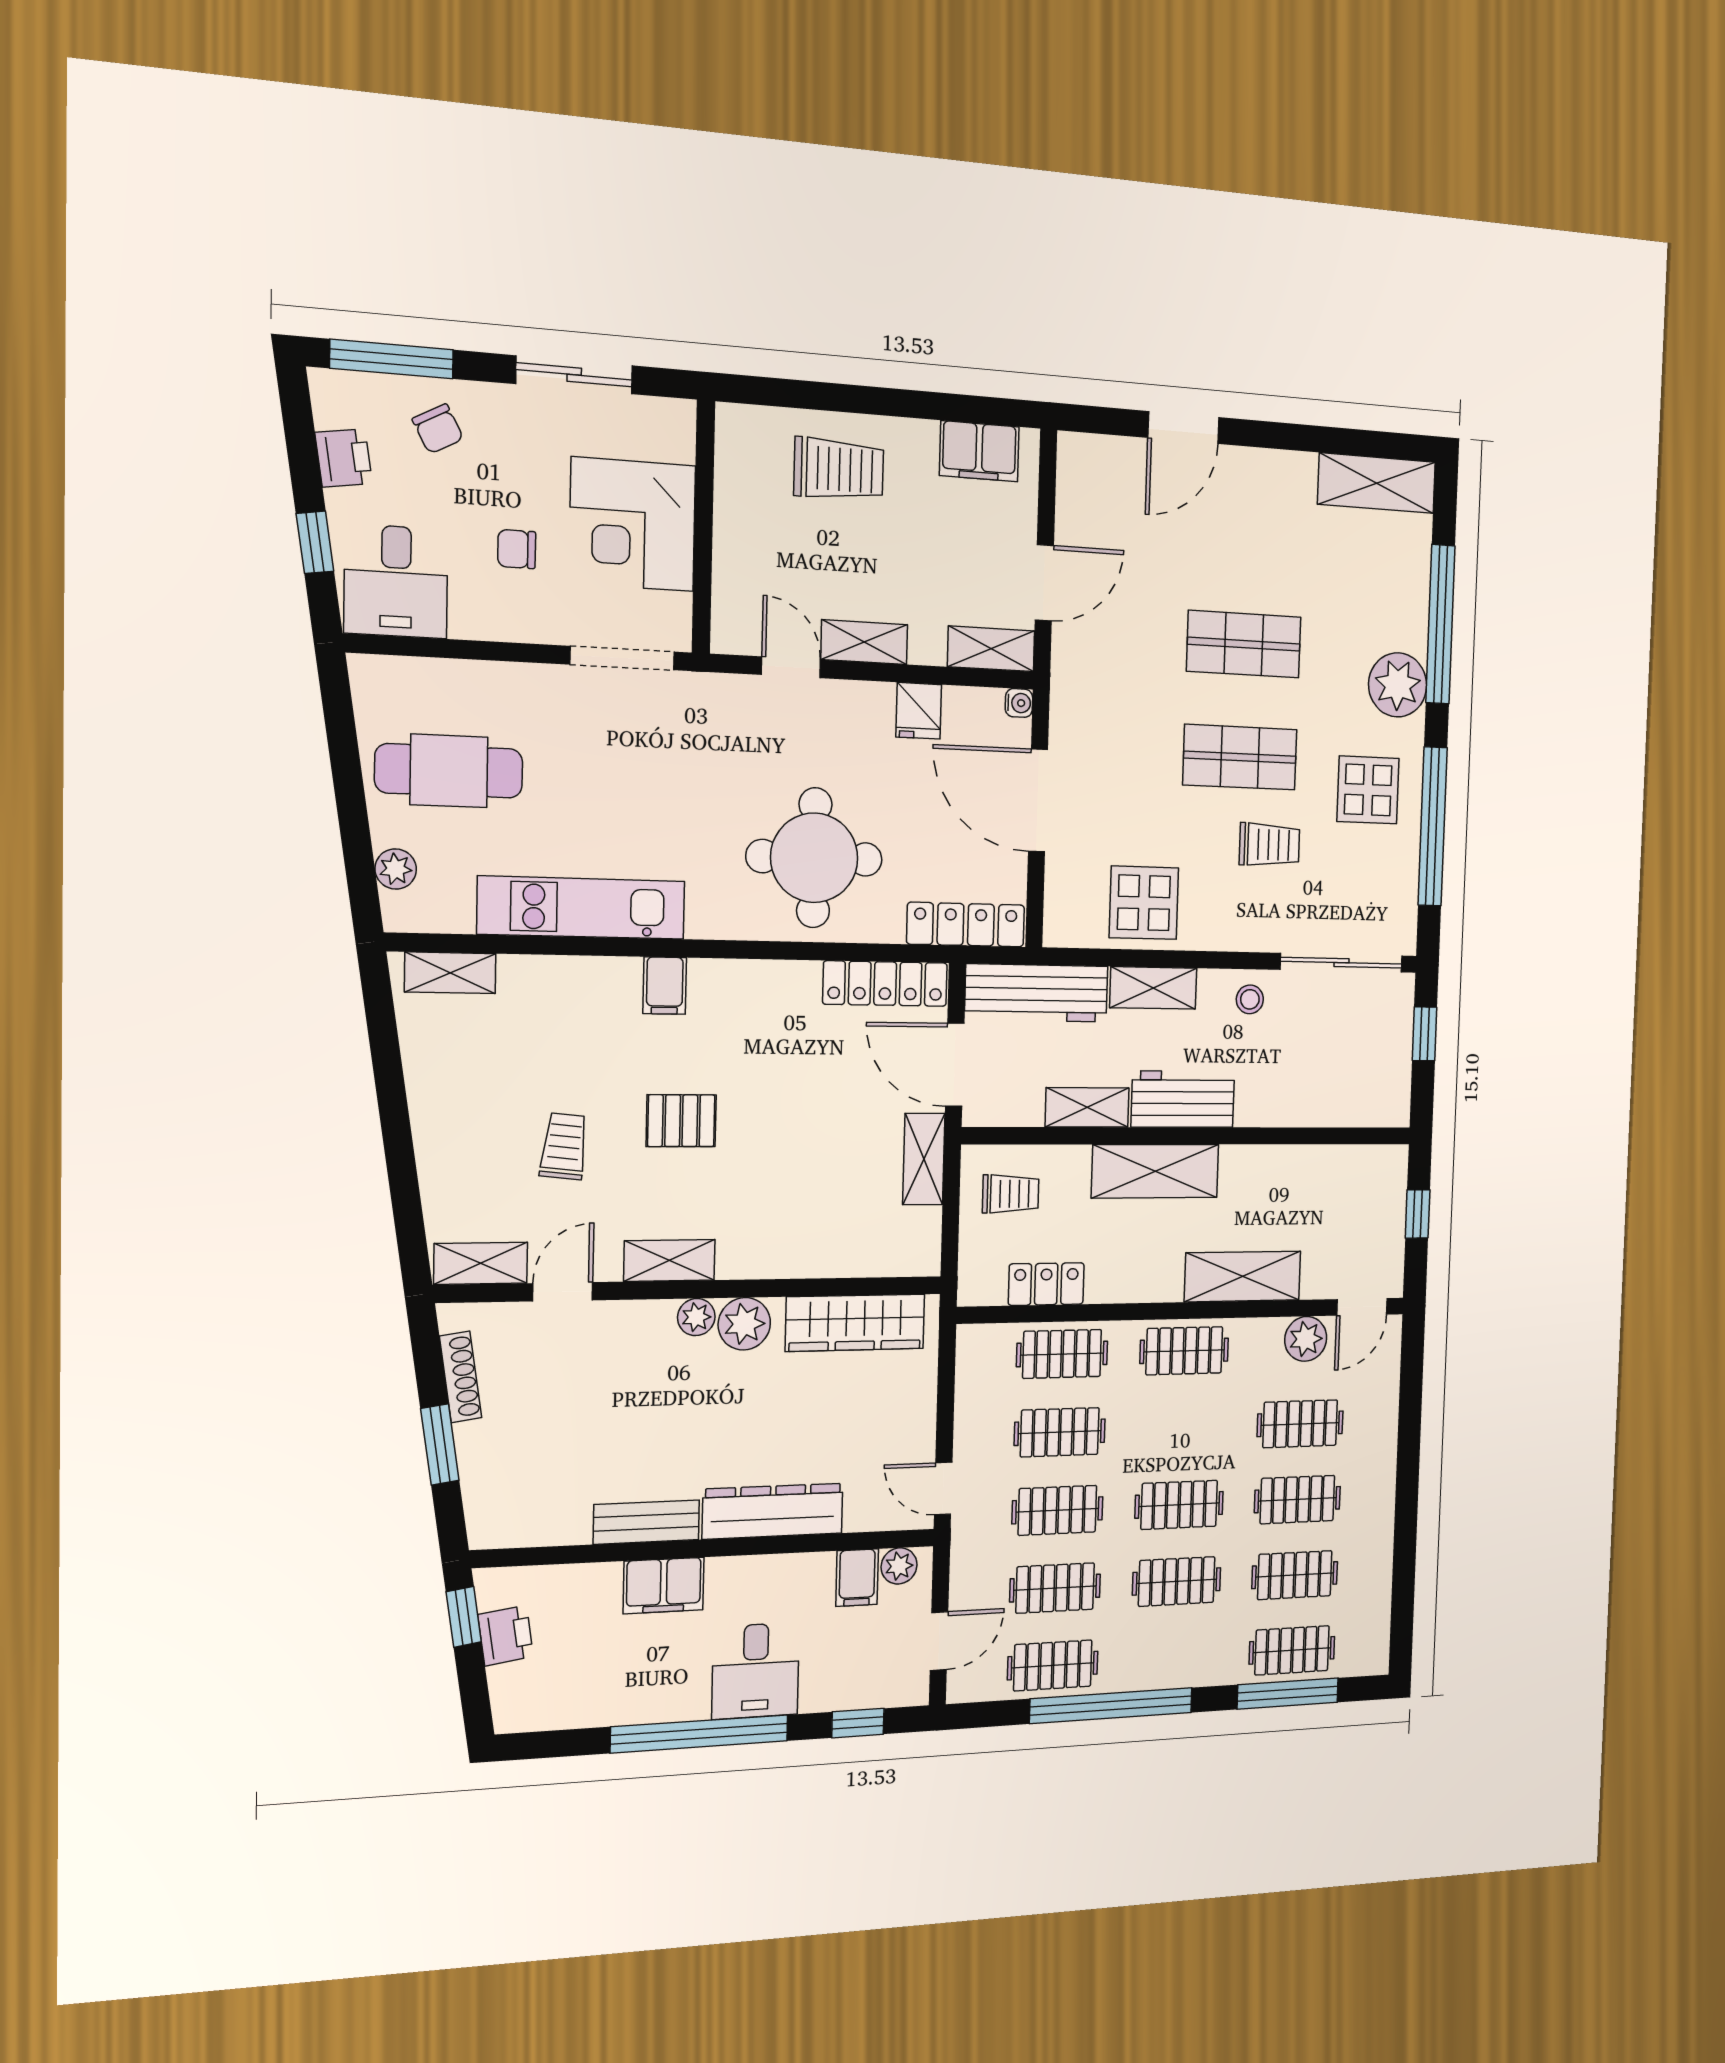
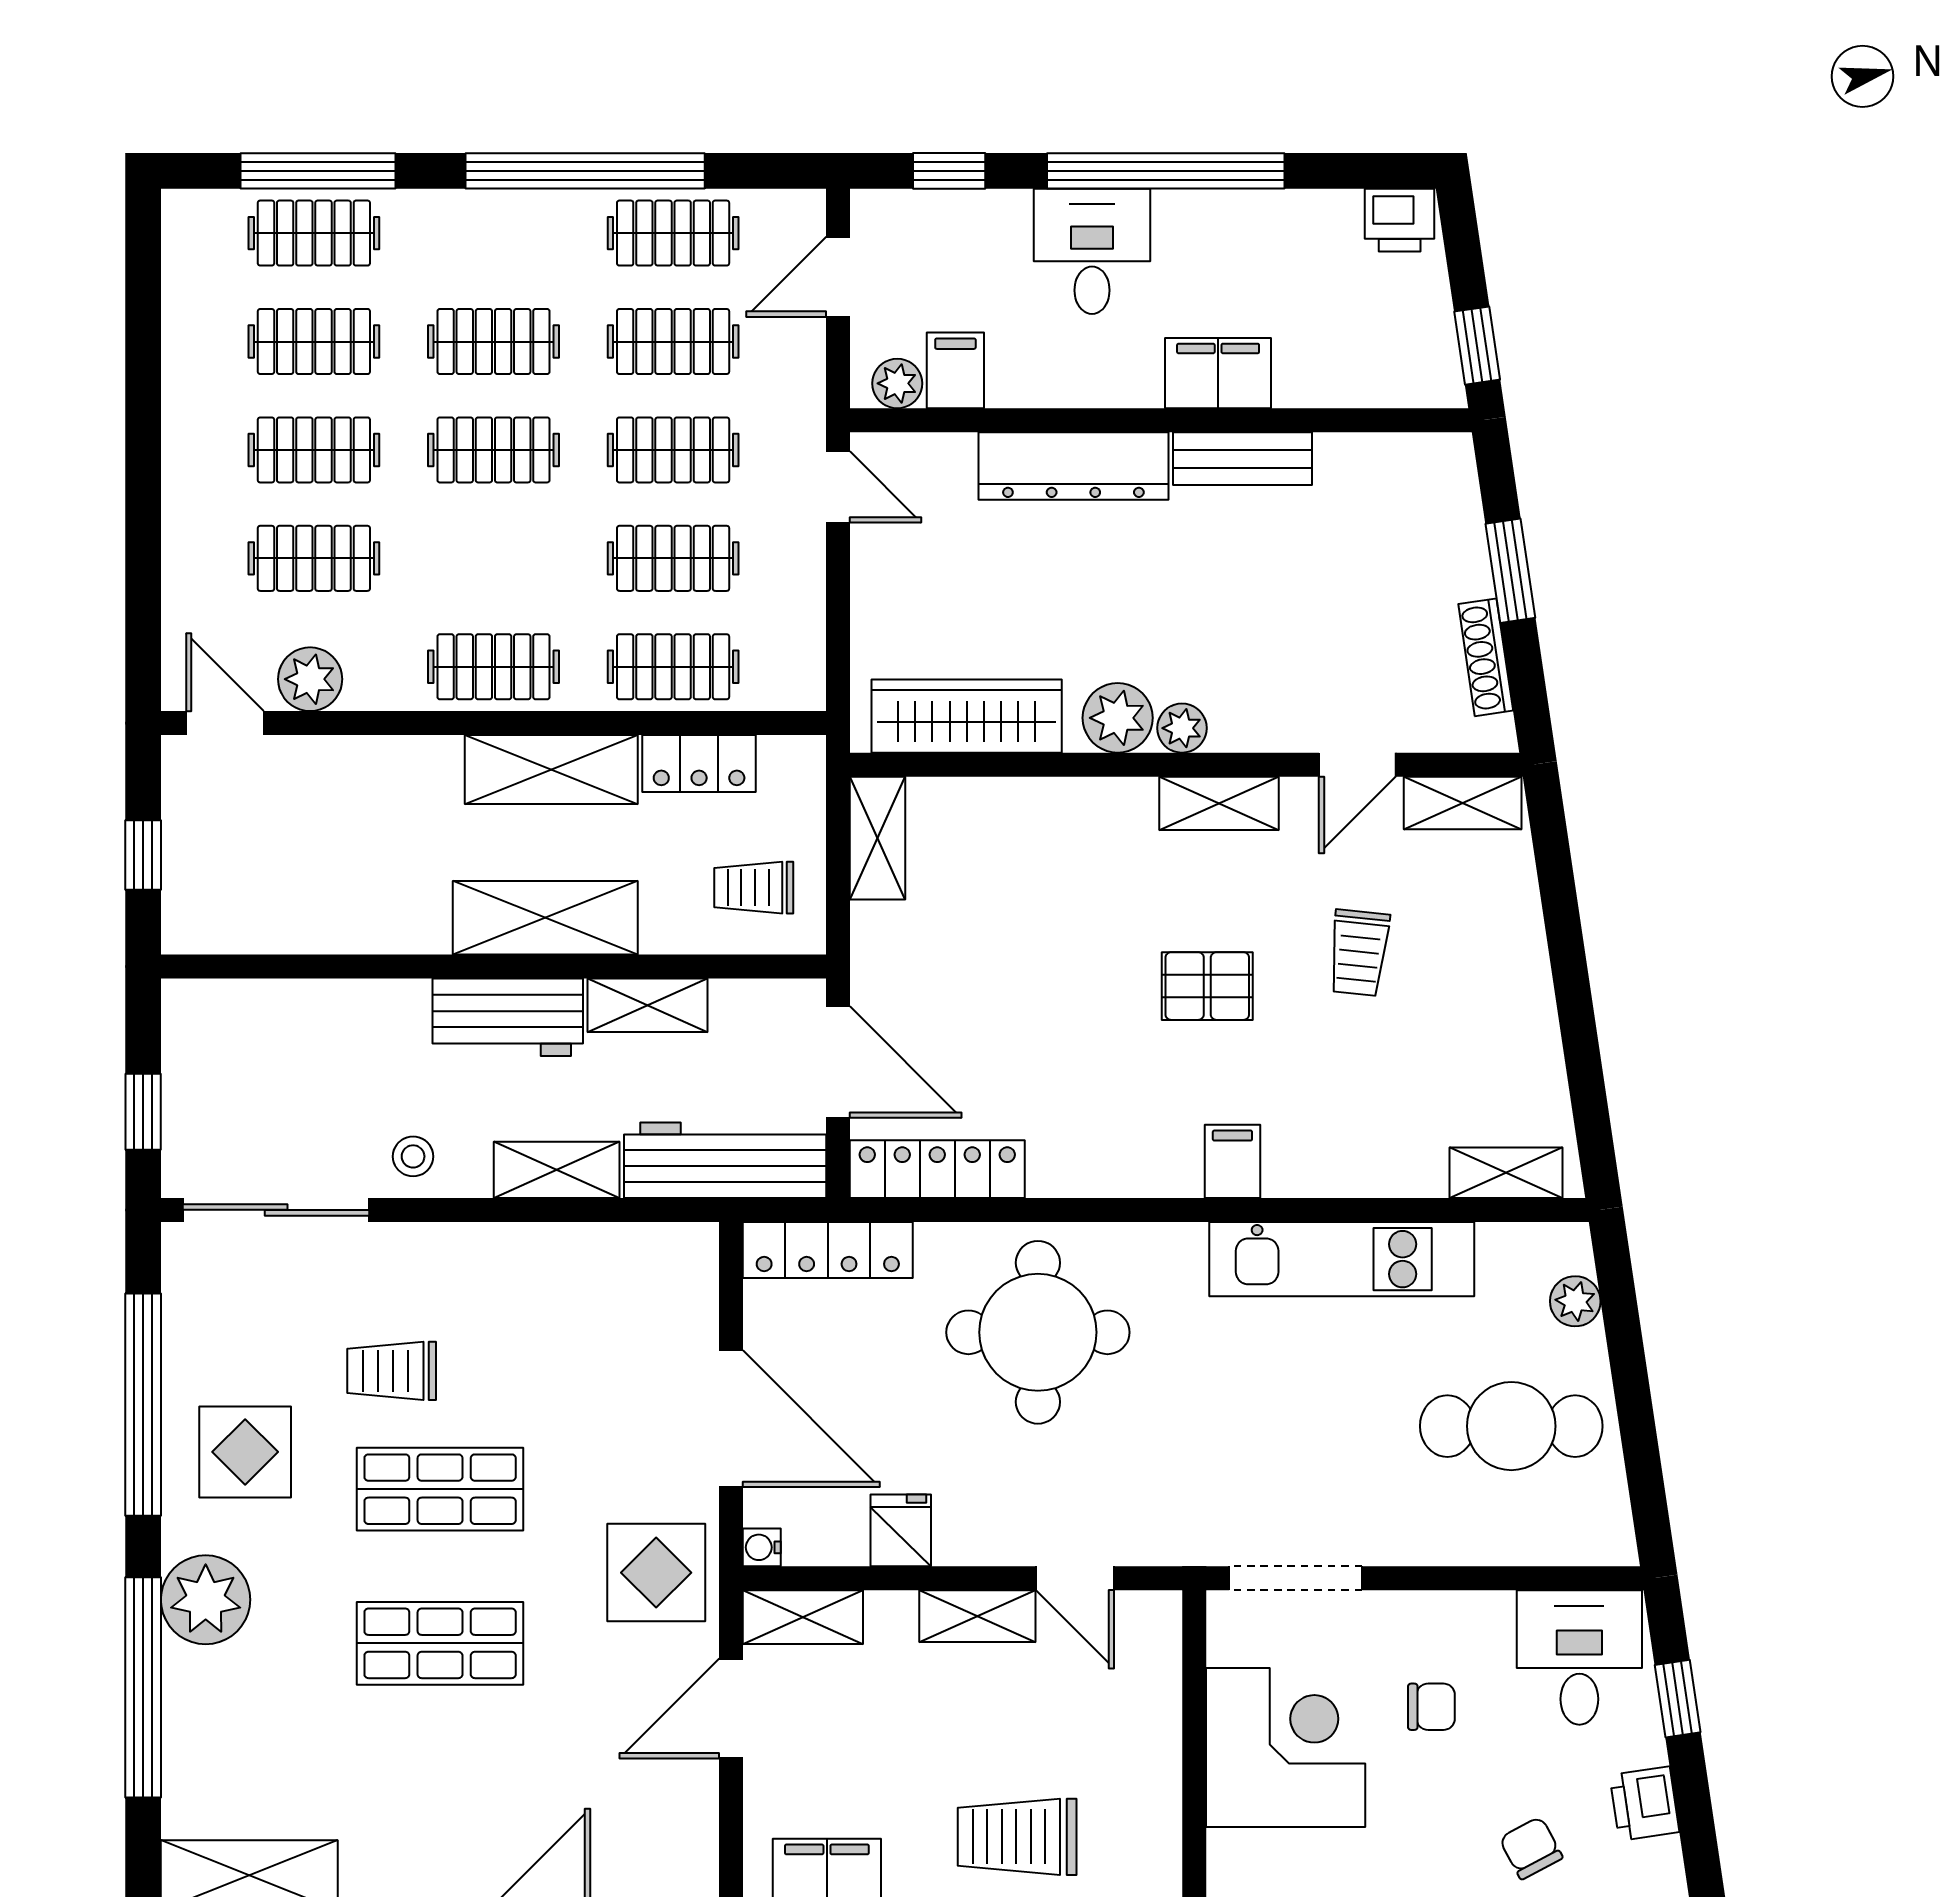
display table: (1144, 903) -> (656, 1573), moved
shelving: (924, 1159) -> (877, 838), moved
shelving: (1243, 1276) -> (551, 770), moved
door: (1362, 1307) -> (225, 723), hinge flipped
printer: (506, 1636) -> (1400, 220), moved, turned -82

